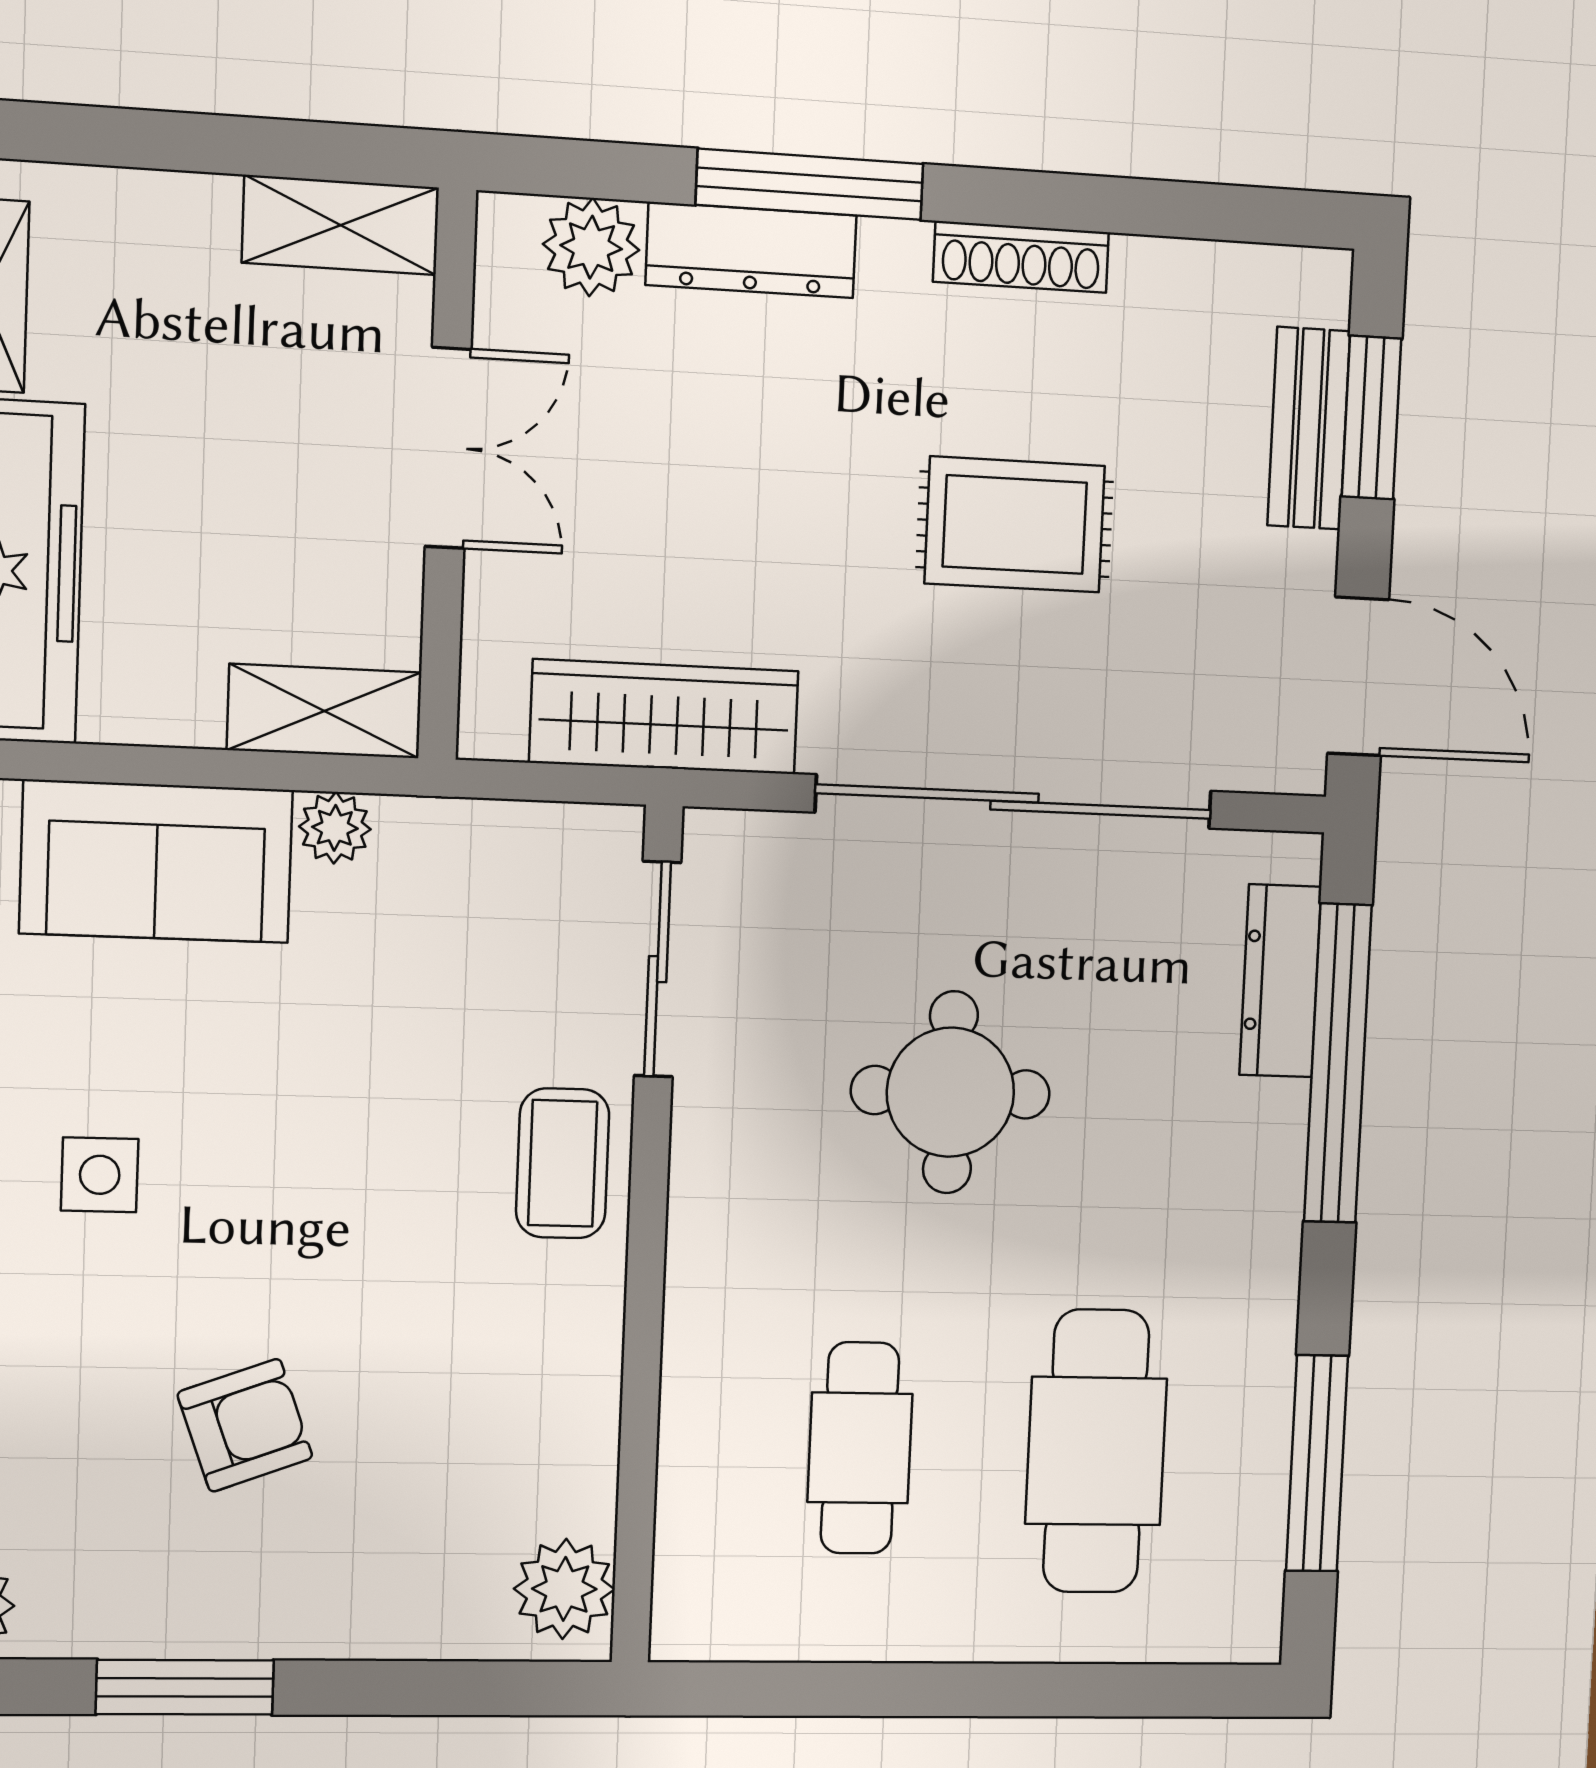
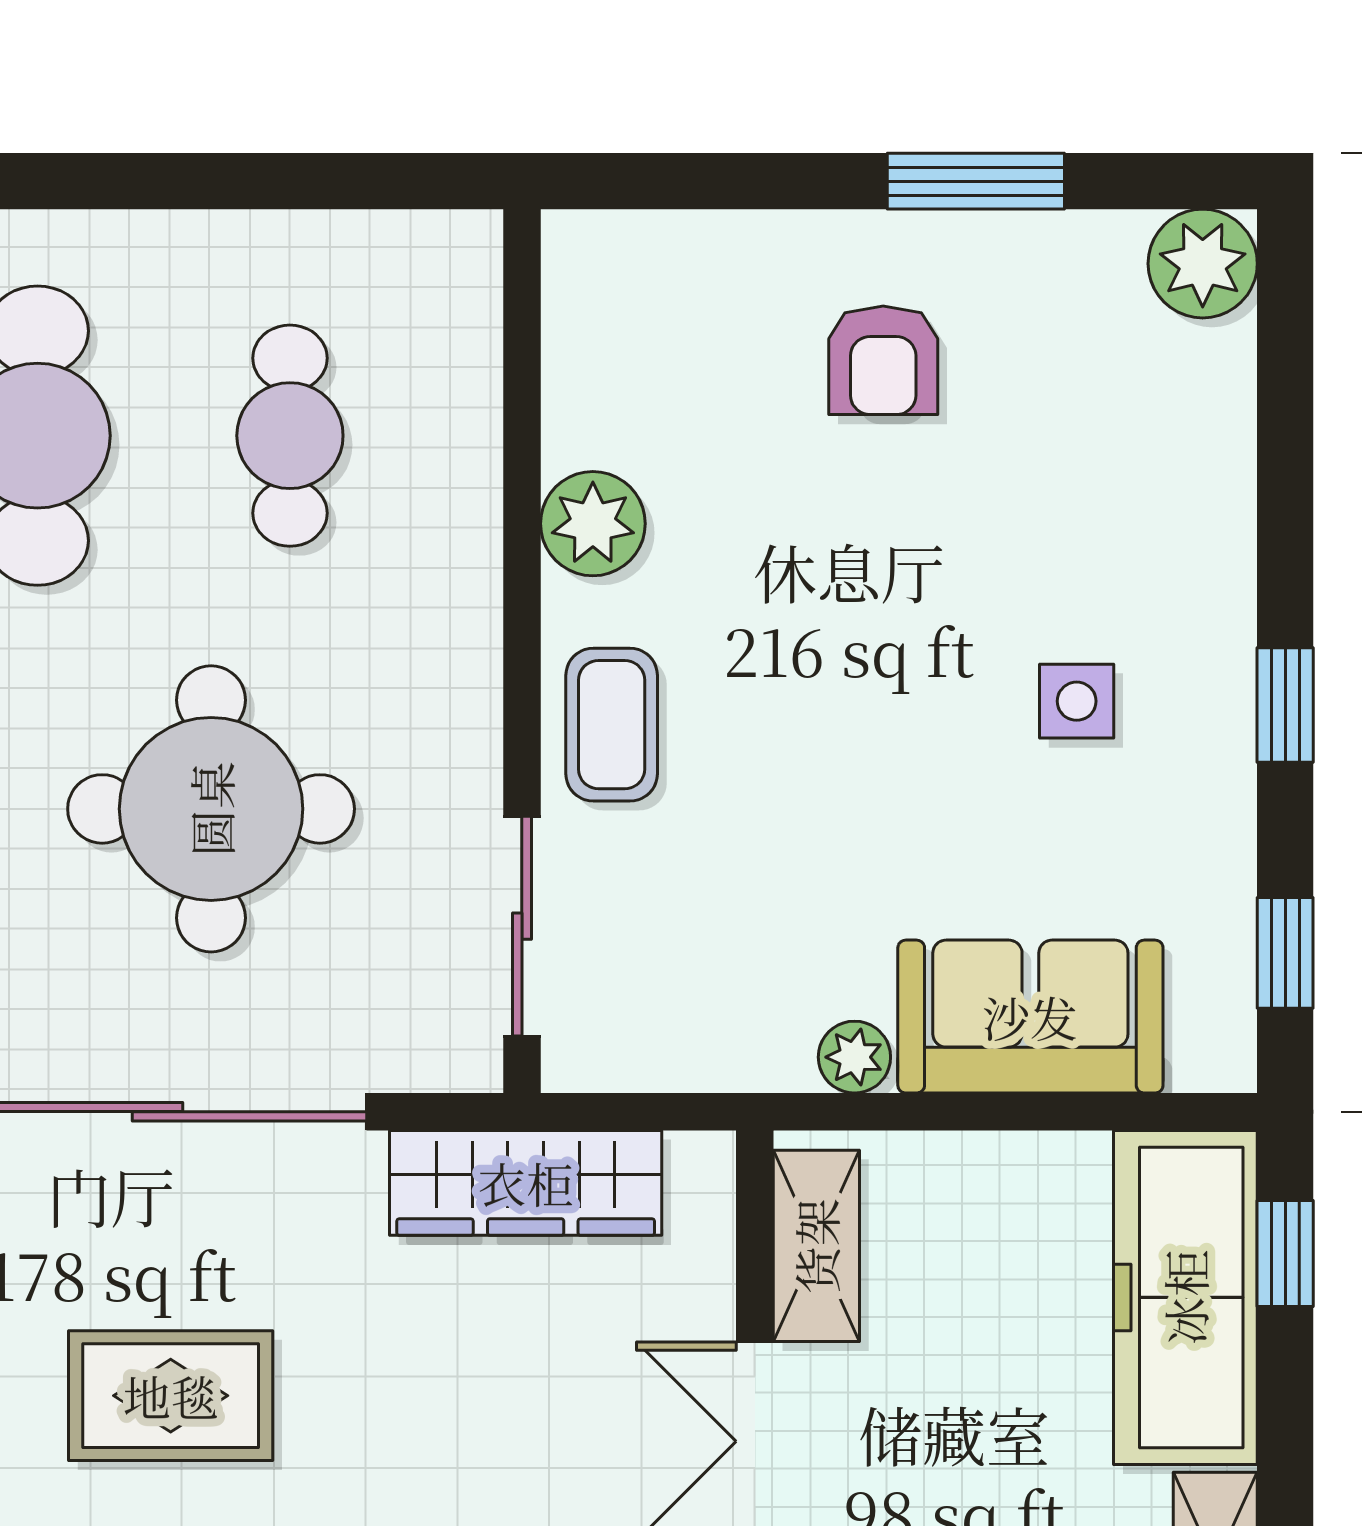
shelving: (324, 711) -> (816, 1246), moved, turned 90
round table: (950, 1092) -> (211, 809), width x1.36, depth x1.36
armchair: (245, 1425) -> (883, 360), moved, turned -70
plant: (564, 1589) -> (593, 524), moved

